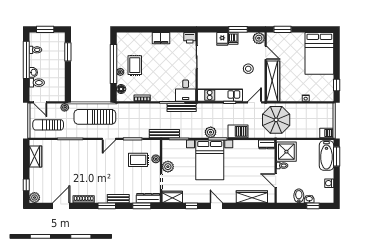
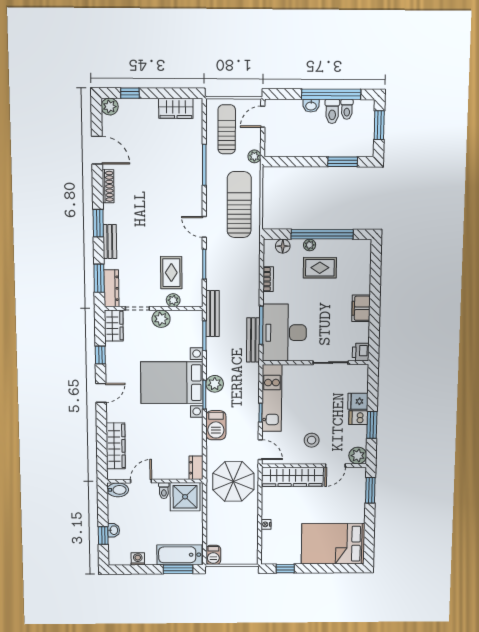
toilet: (37, 83) -> (332, 111), moved
desk: (186, 91) -> (284, 333), width x1.87, depth x1.30
bidet: (299, 196) -> (118, 490), moved

